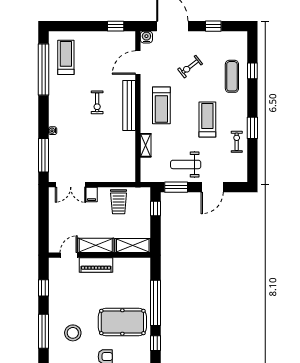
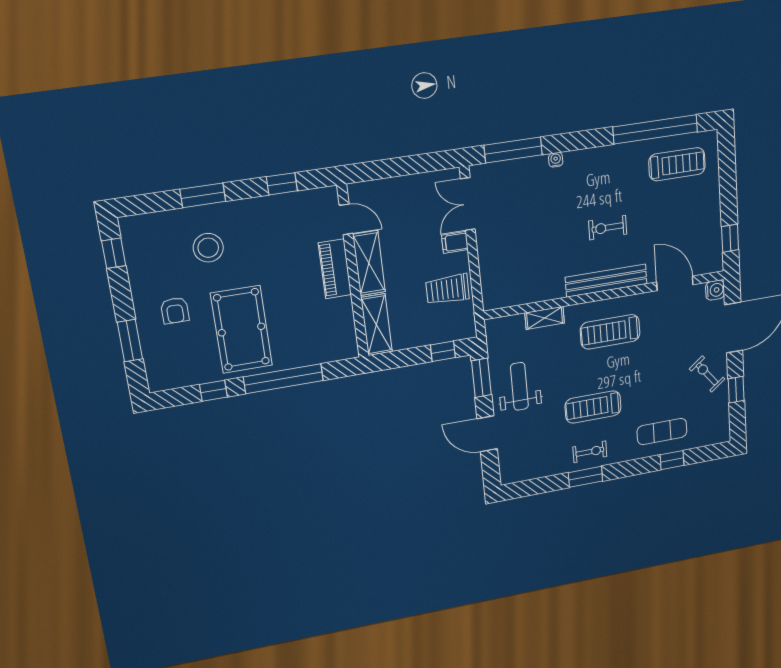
exercise bike: (190, 67) -> (707, 374), moved
treadmill: (207, 120) -> (593, 407), turned 180
exercise bike: (237, 142) -> (590, 452), moved
window: (44, 331) -> (203, 195), width x0.69

